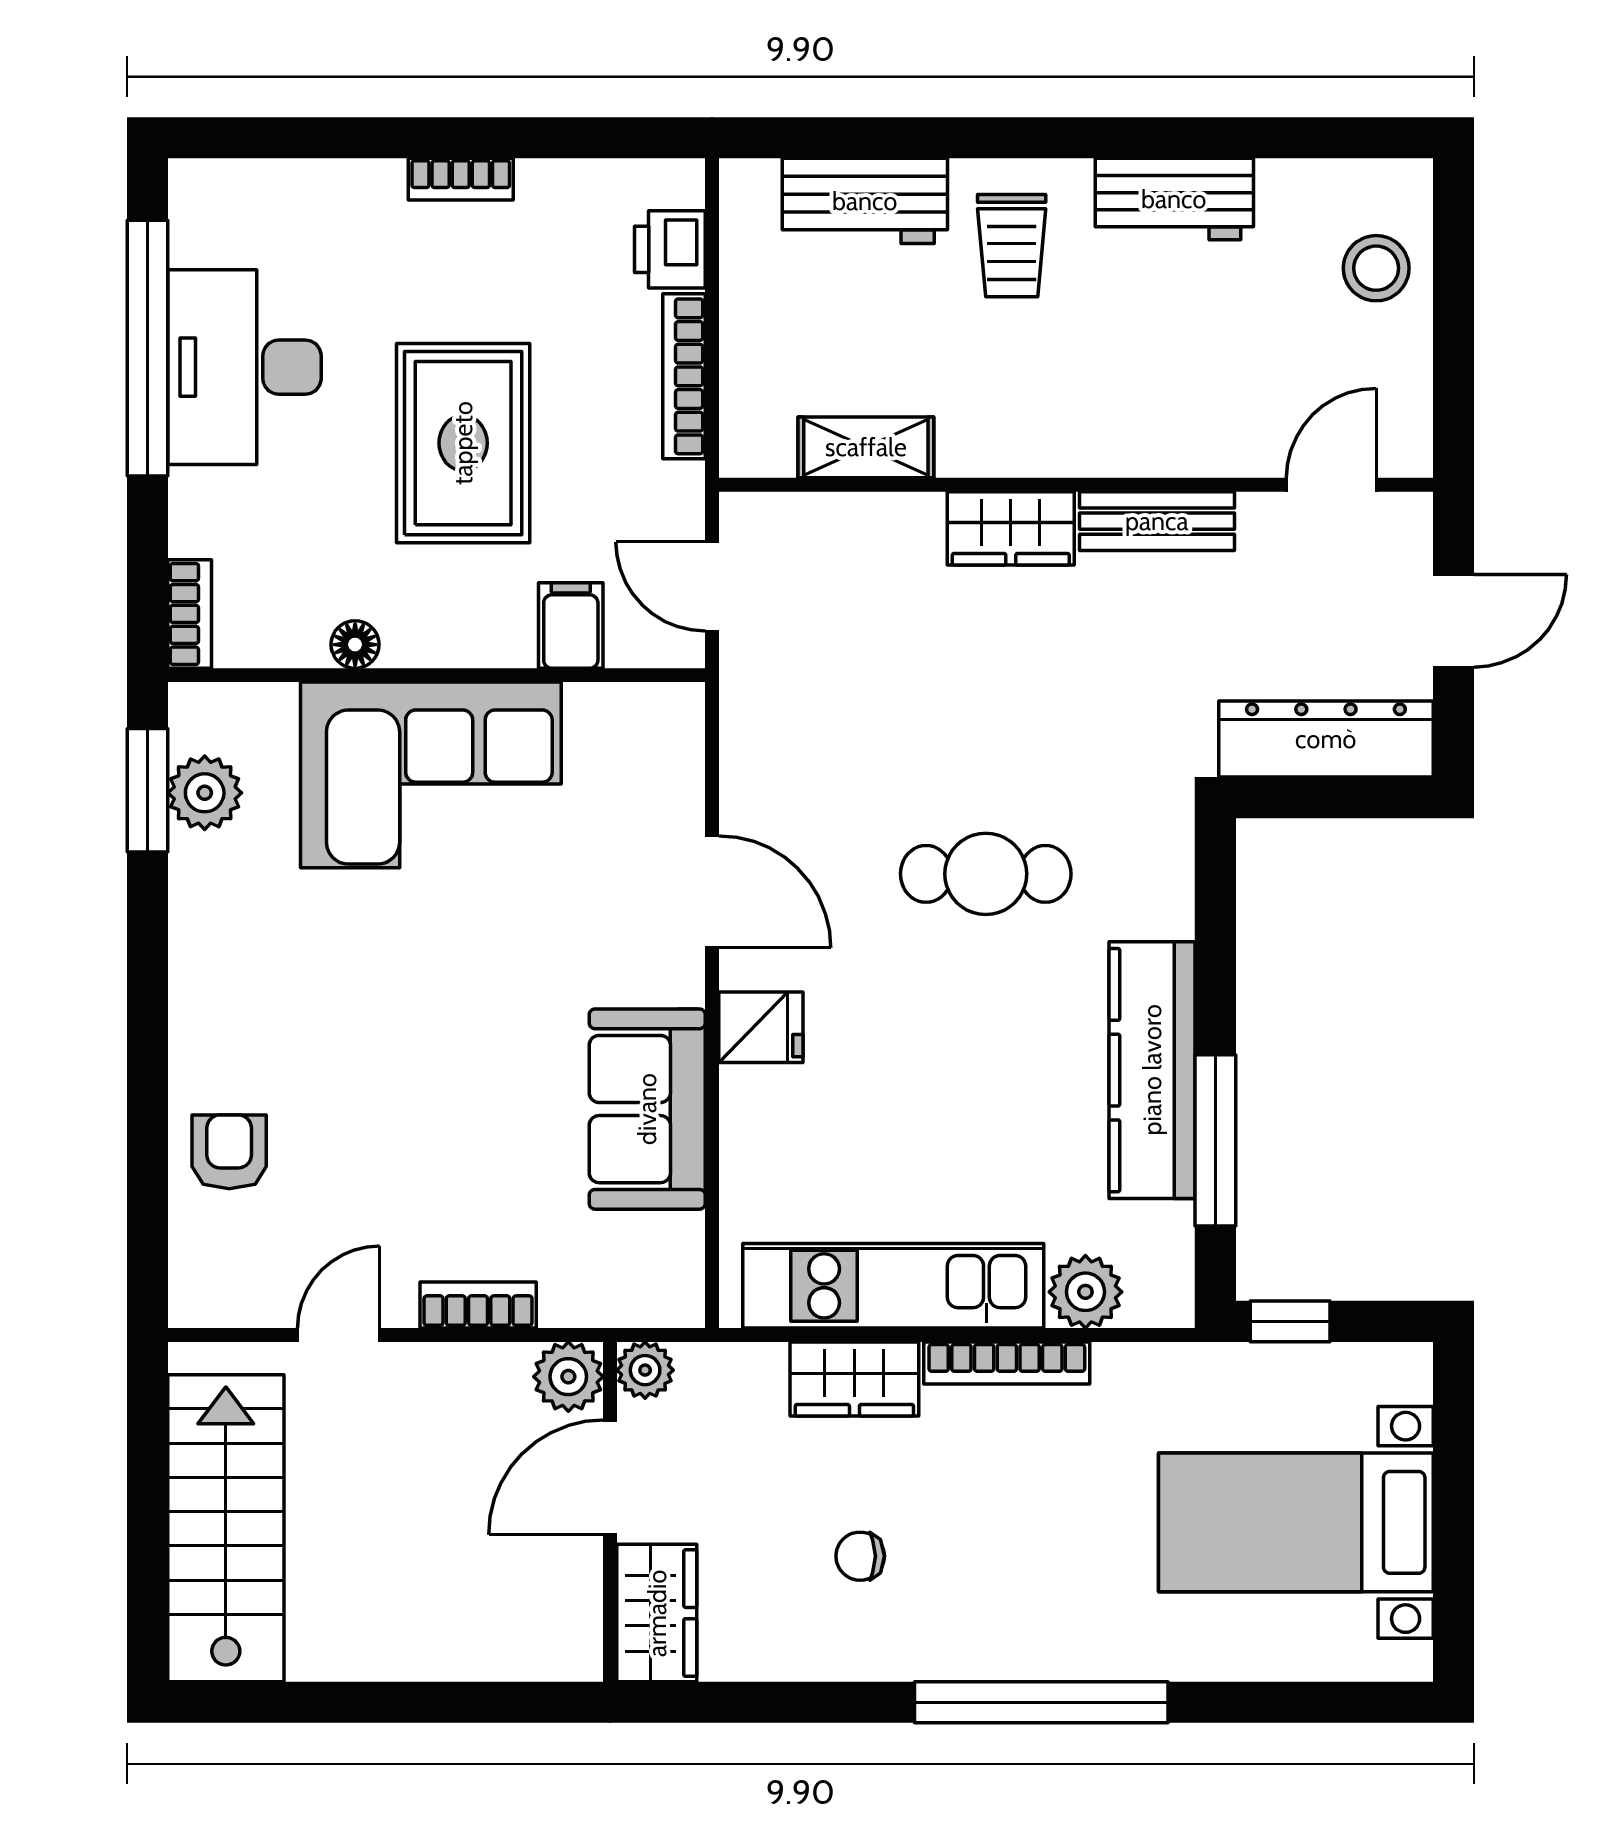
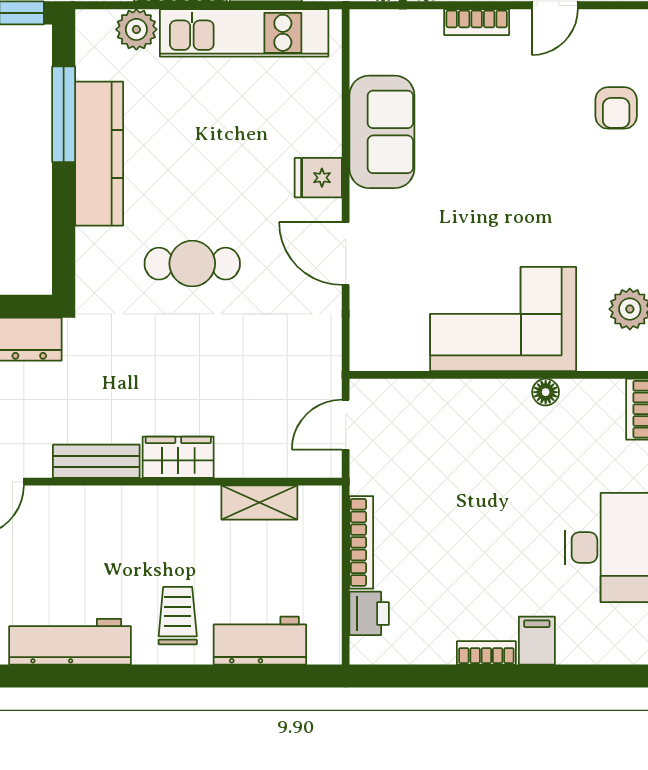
workbench: (1174, 199) -> (70, 642), width x1.38
rug: (463, 443) -> (485, 505), removed
door: (712, 586) -> (346, 425), swing flipped
filing cabinet: (571, 626) -> (537, 641), moved, turned 180

